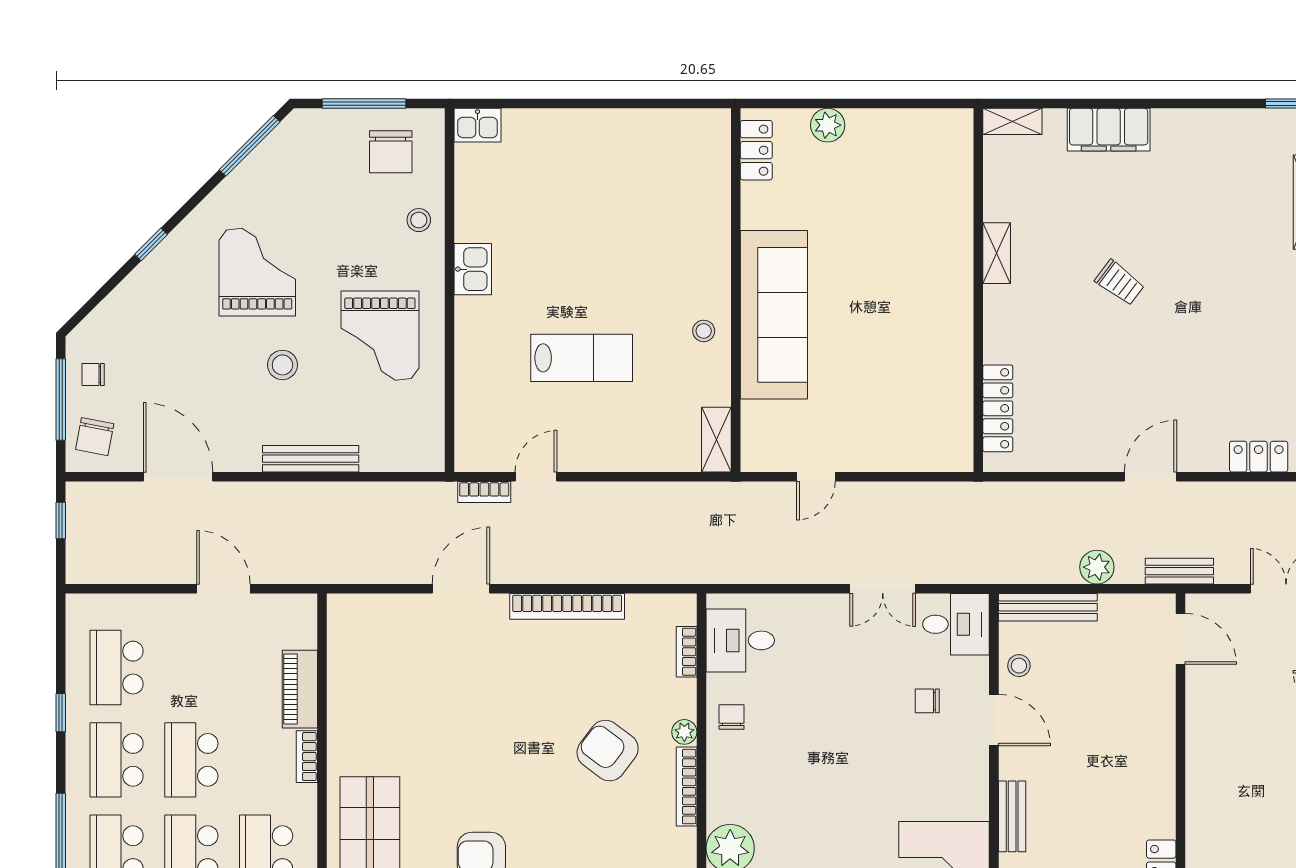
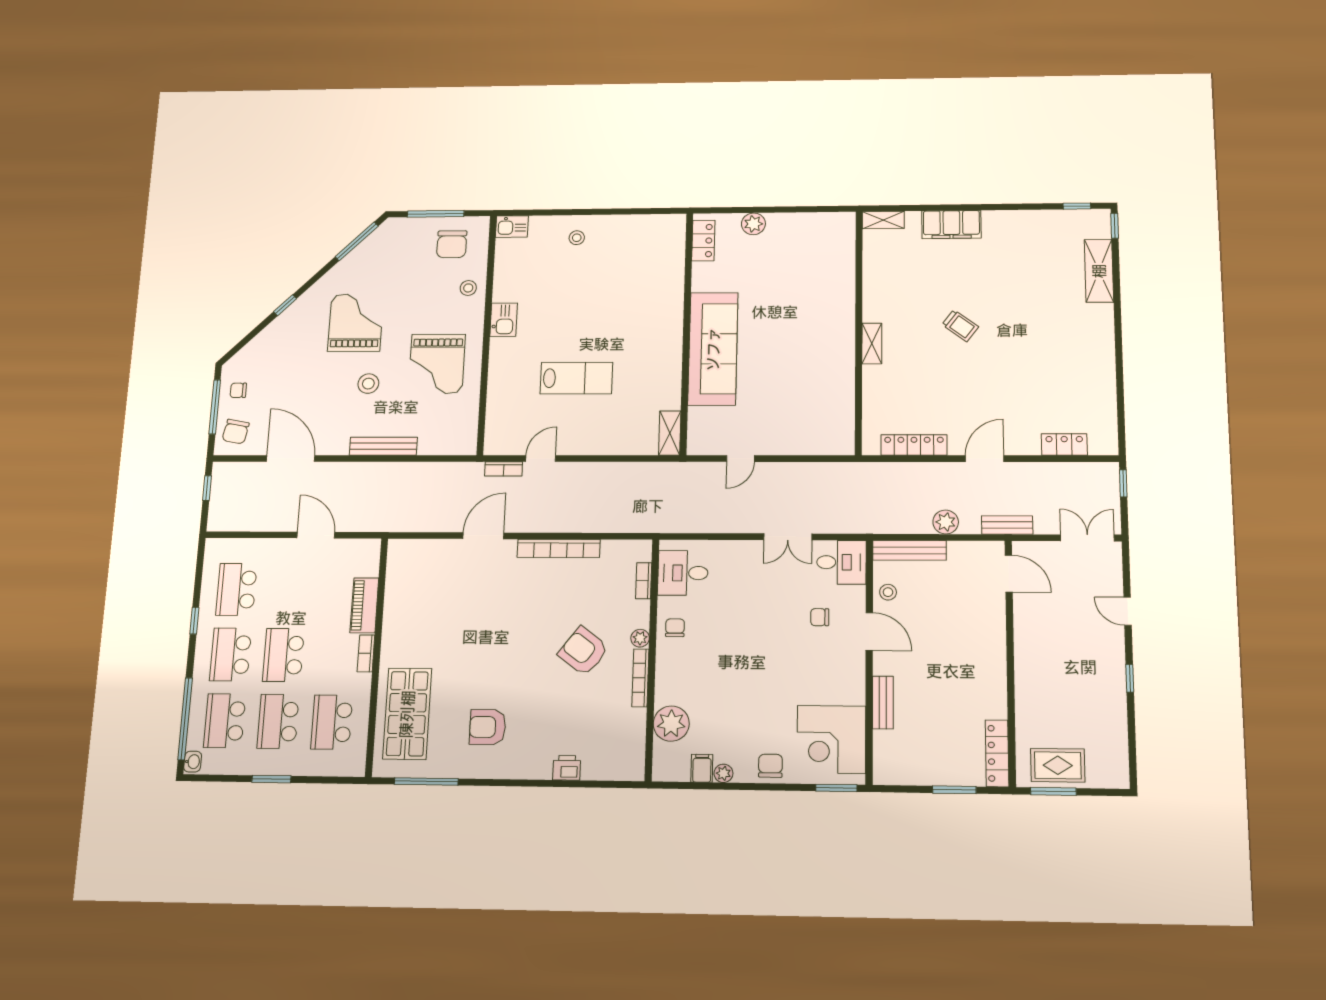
shelving: (997, 253) -> (872, 344), moved
stool: (704, 331) -> (577, 238), moved
locker: (998, 408) -> (914, 445), moved, turned -90

